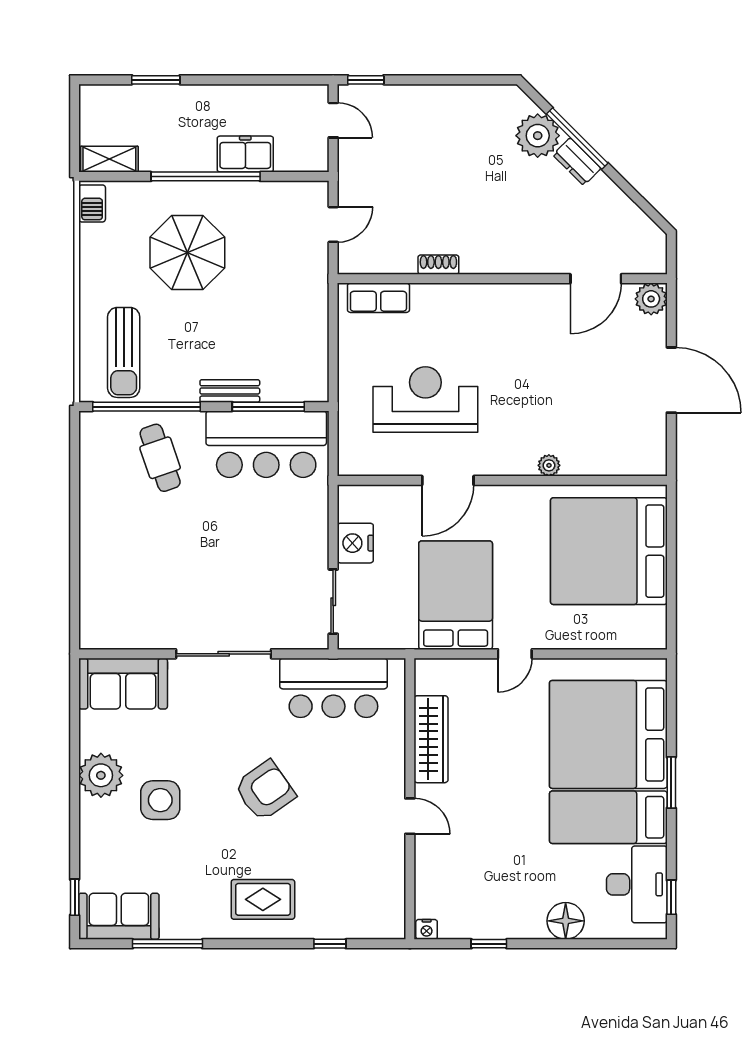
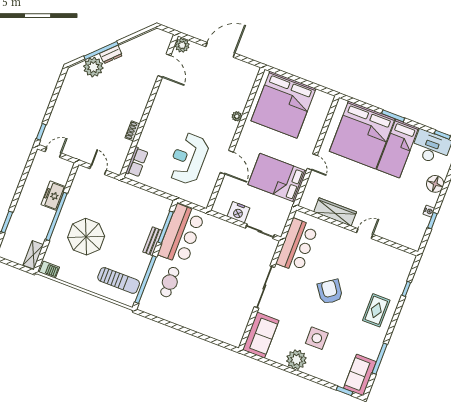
cafe table: (160, 458) -> (170, 282), turned -71
nightstand: (427, 929) -> (429, 211), moved

